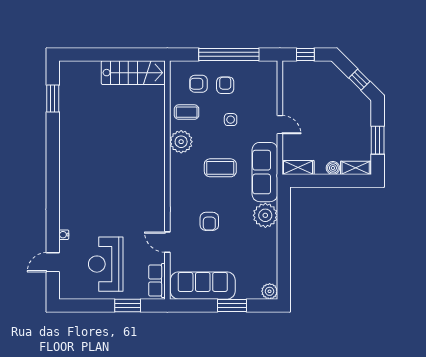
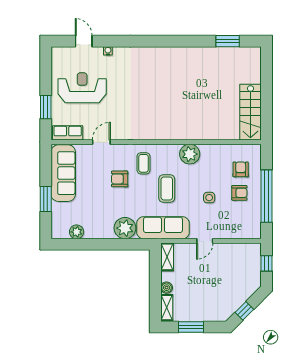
coffee table: (187, 112) -> (144, 163), moved
plant: (270, 291) -> (77, 232), moved

